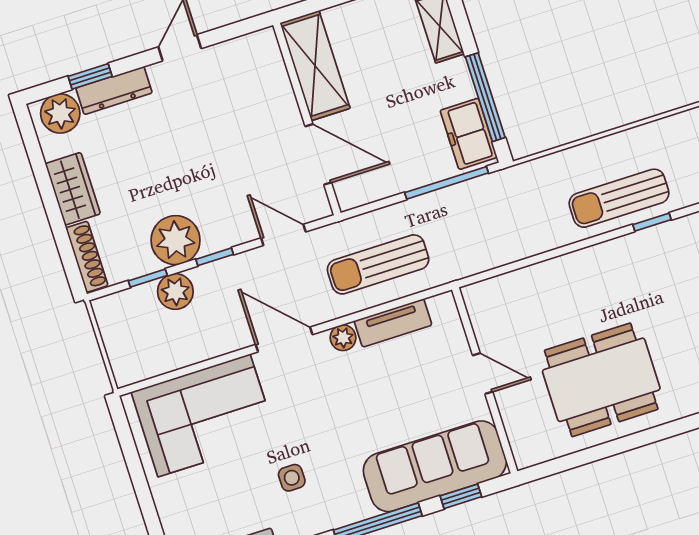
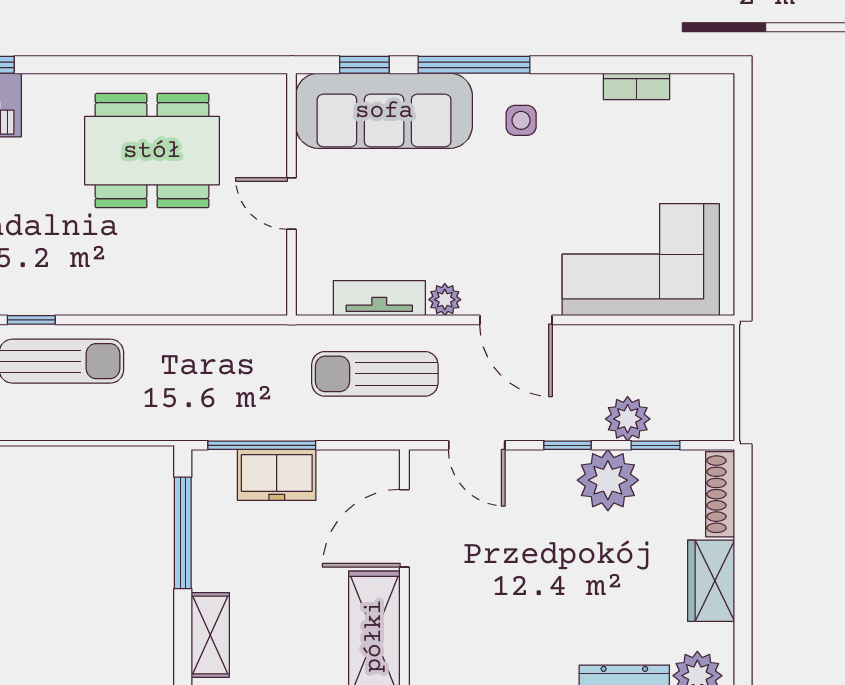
freezer: (469, 134) -> (277, 475), moved, turned 90
door: (318, 154) -> (404, 528), hinge flipped
sun lounger: (378, 264) -> (375, 374), turned 180
side table: (292, 478) -> (521, 120), moved

